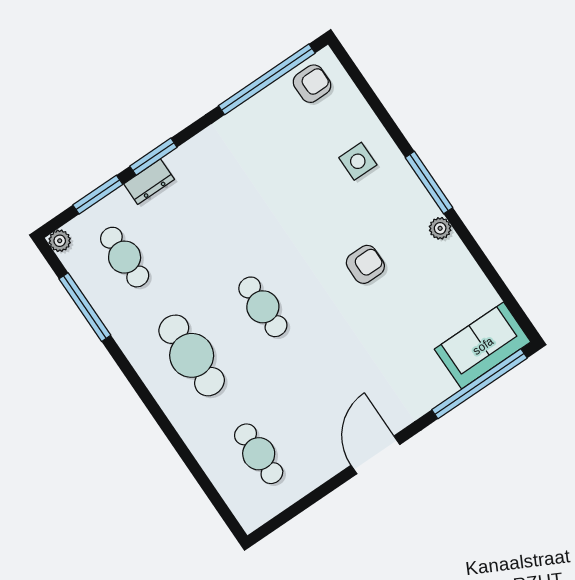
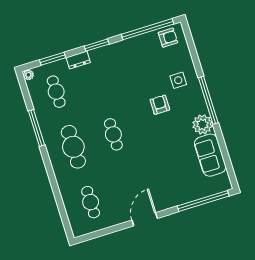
window: (153, 157) -> (97, 45), moved
window: (429, 183) -> (208, 100), width x1.46
plant: (440, 228) -> (202, 124), width x1.88, depth x1.88
armchair: (365, 264) -> (160, 105), moved, turned -90
window: (85, 307) -> (36, 128), moved
sofa: (483, 346) -> (210, 155), moved, turned -90

